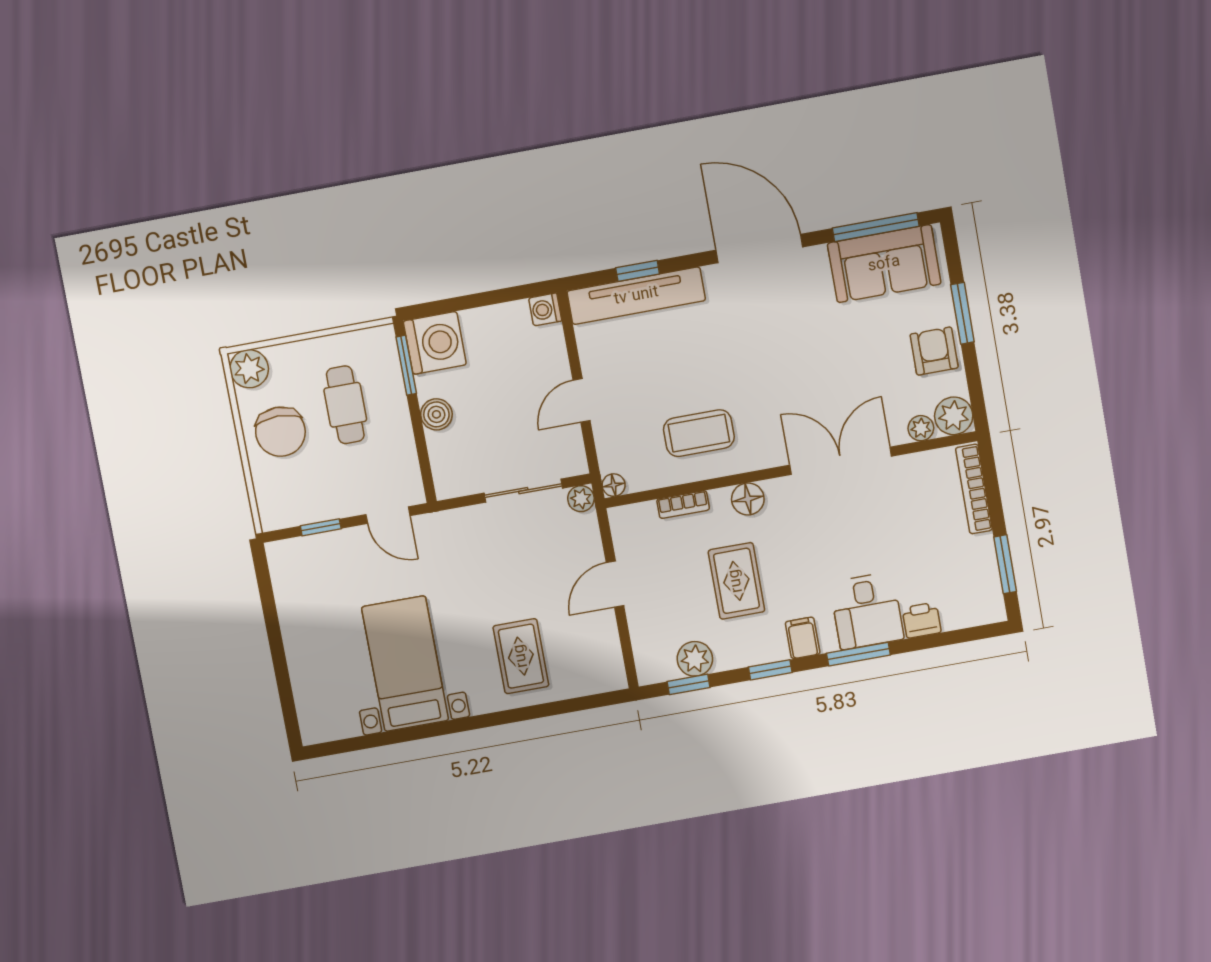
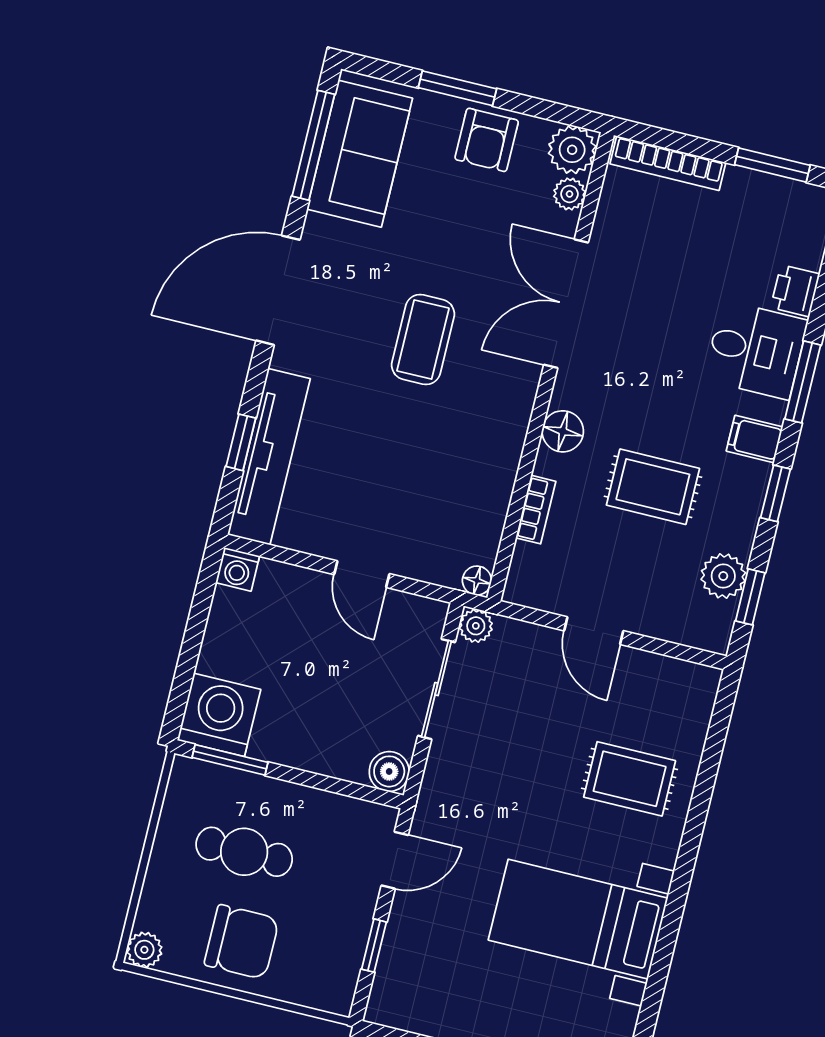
armchair: (934, 351) -> (487, 140), turned -90
plant: (249, 369) -> (144, 950), width x0.73, depth x0.73
boiler: (436, 414) -> (389, 771), moved
coffee table: (699, 433) -> (423, 340), moved

